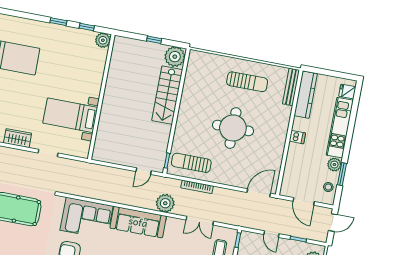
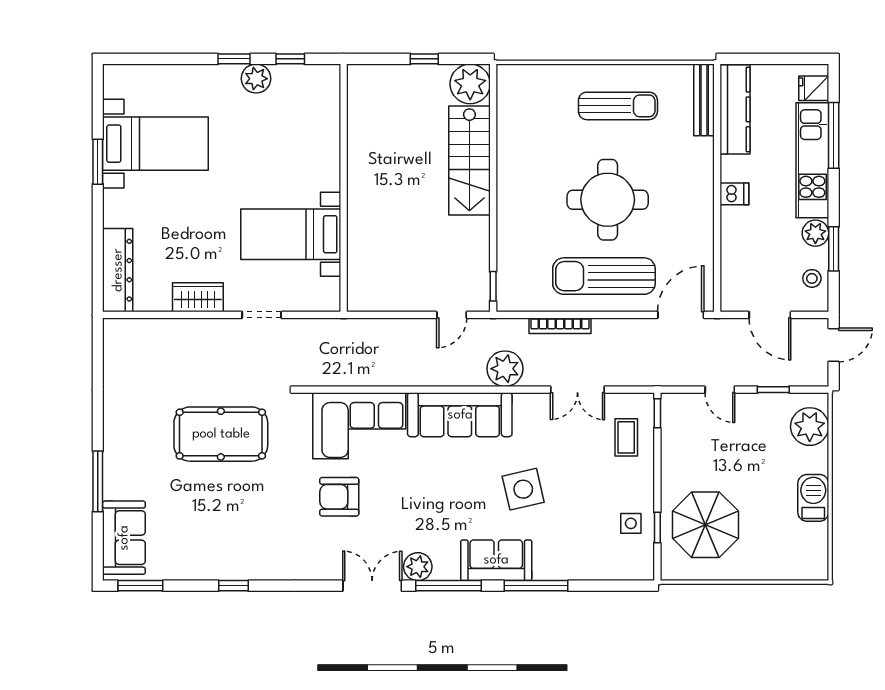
plant: (103, 40) -> (256, 79), moved
window: (353, 117) -> (834, 135), added
sun lounger: (191, 163) -> (604, 276), moved, width x1.36, depth x1.34

